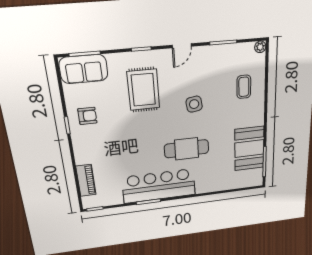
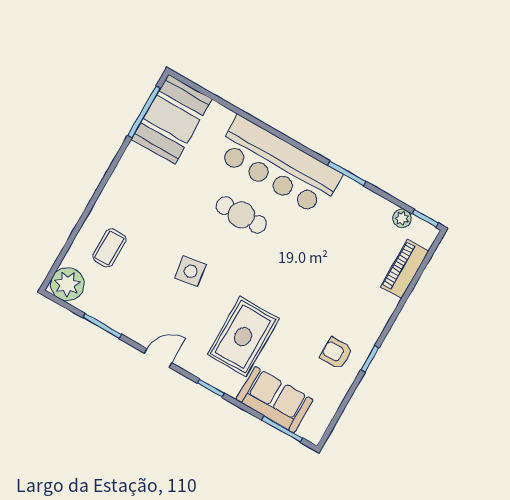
plant: (260, 47) -> (67, 284), width x1.87, depth x1.87
sofa: (84, 69) -> (275, 400), moved
cafe table: (187, 149) -> (241, 215), width x0.73, depth x0.74
booth: (249, 149) -> (172, 119), moved
bar counter: (159, 186) -> (278, 165), moved
plant: (106, 201) -> (402, 218), added

